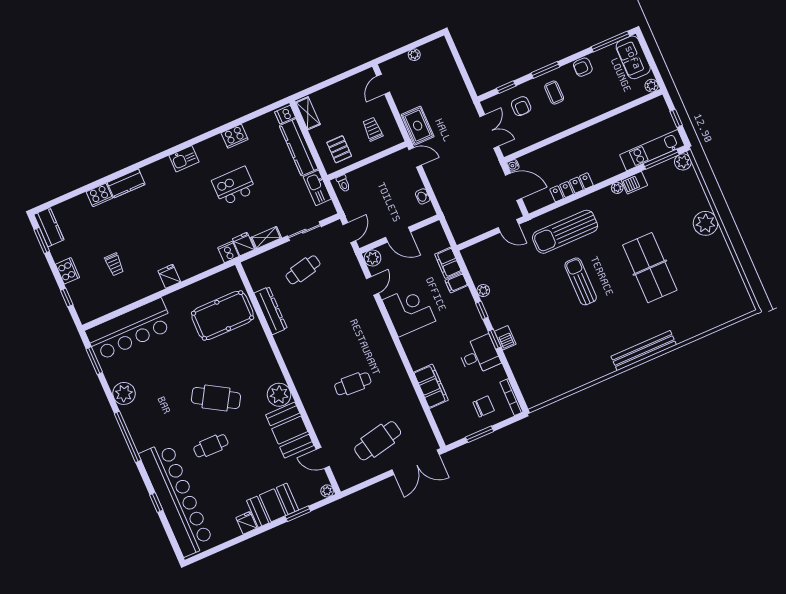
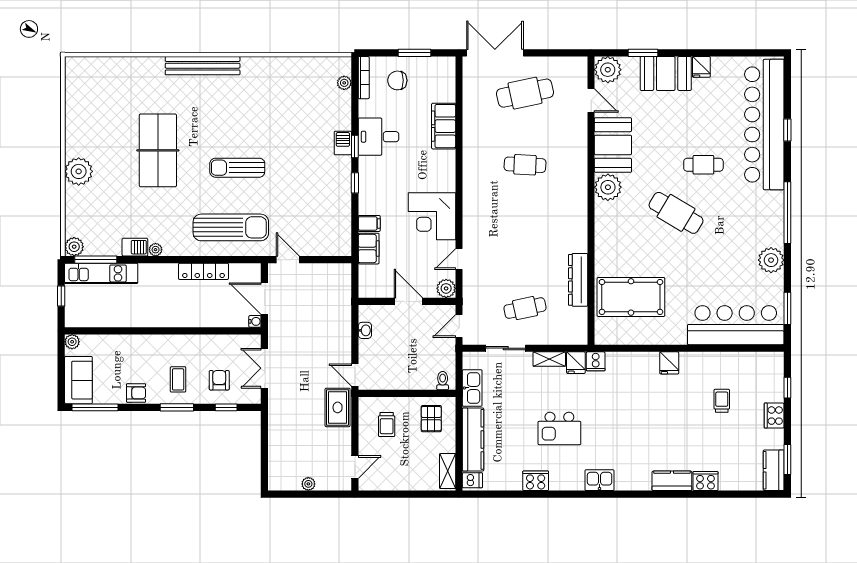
sun lounger: (581, 281) -> (237, 168), turned 90
plant: (483, 291) -> (344, 83), moved
plant: (327, 491) -> (608, 70), width x1.88, depth x1.88

